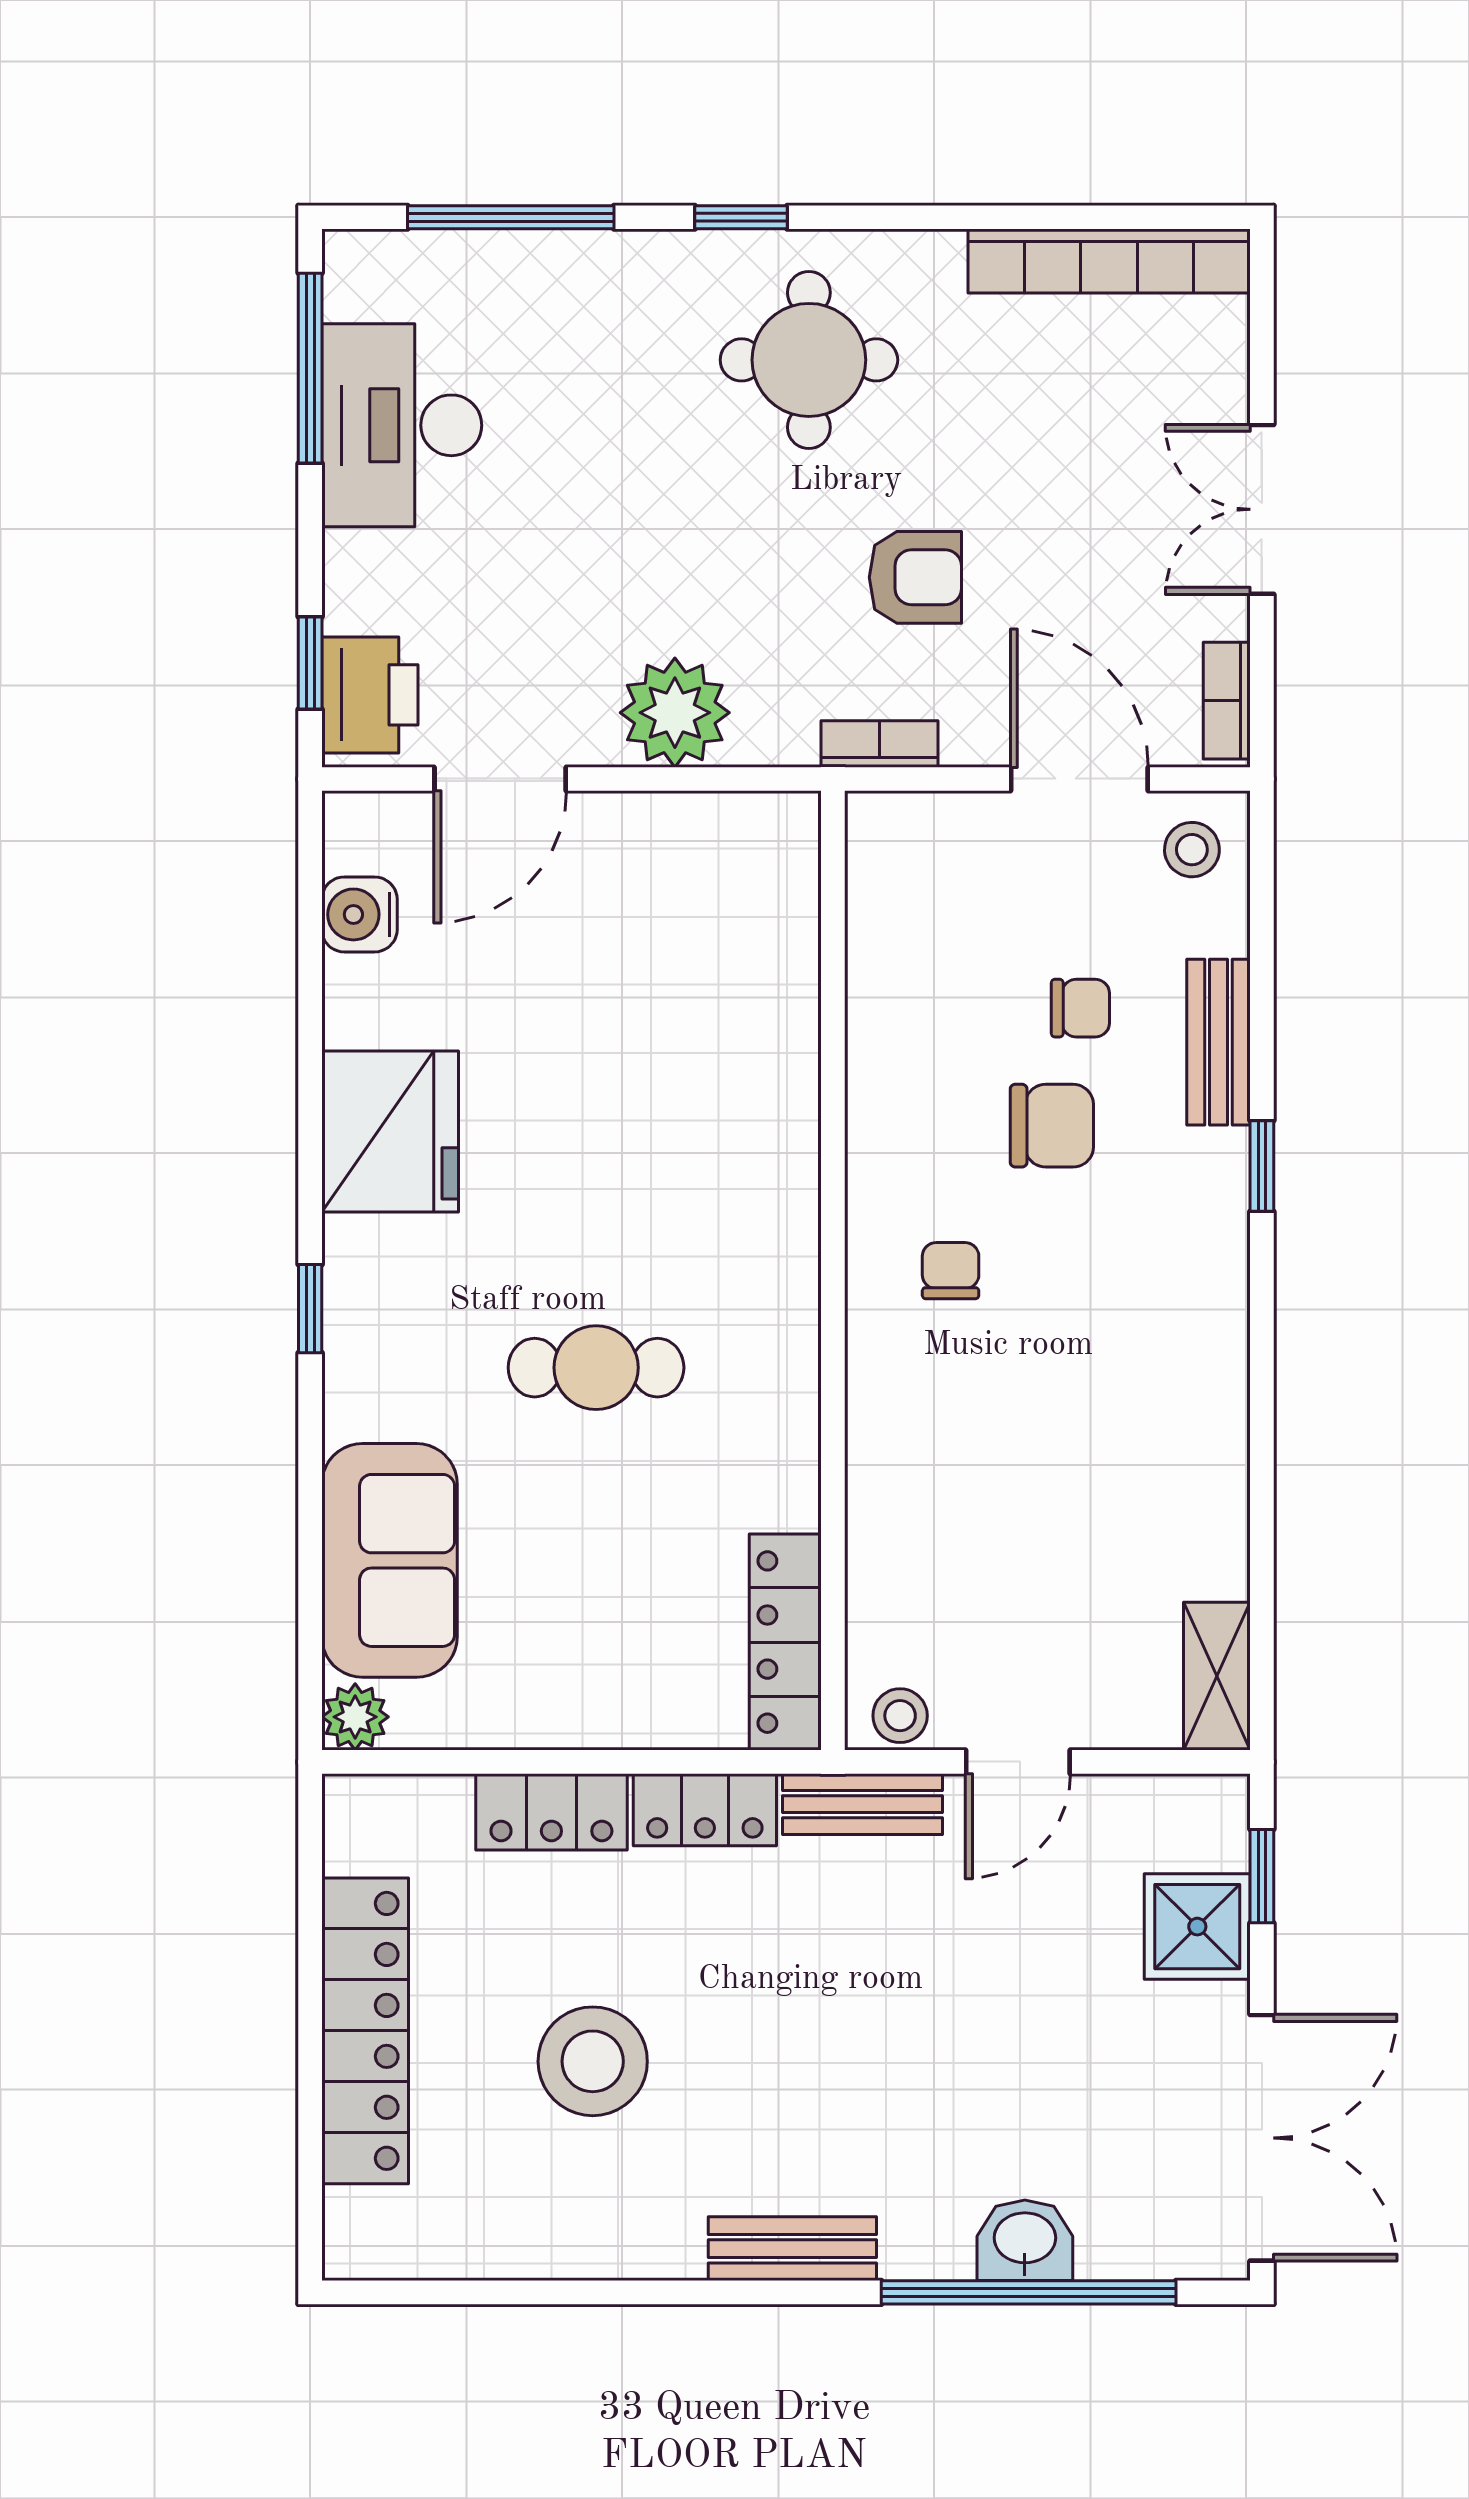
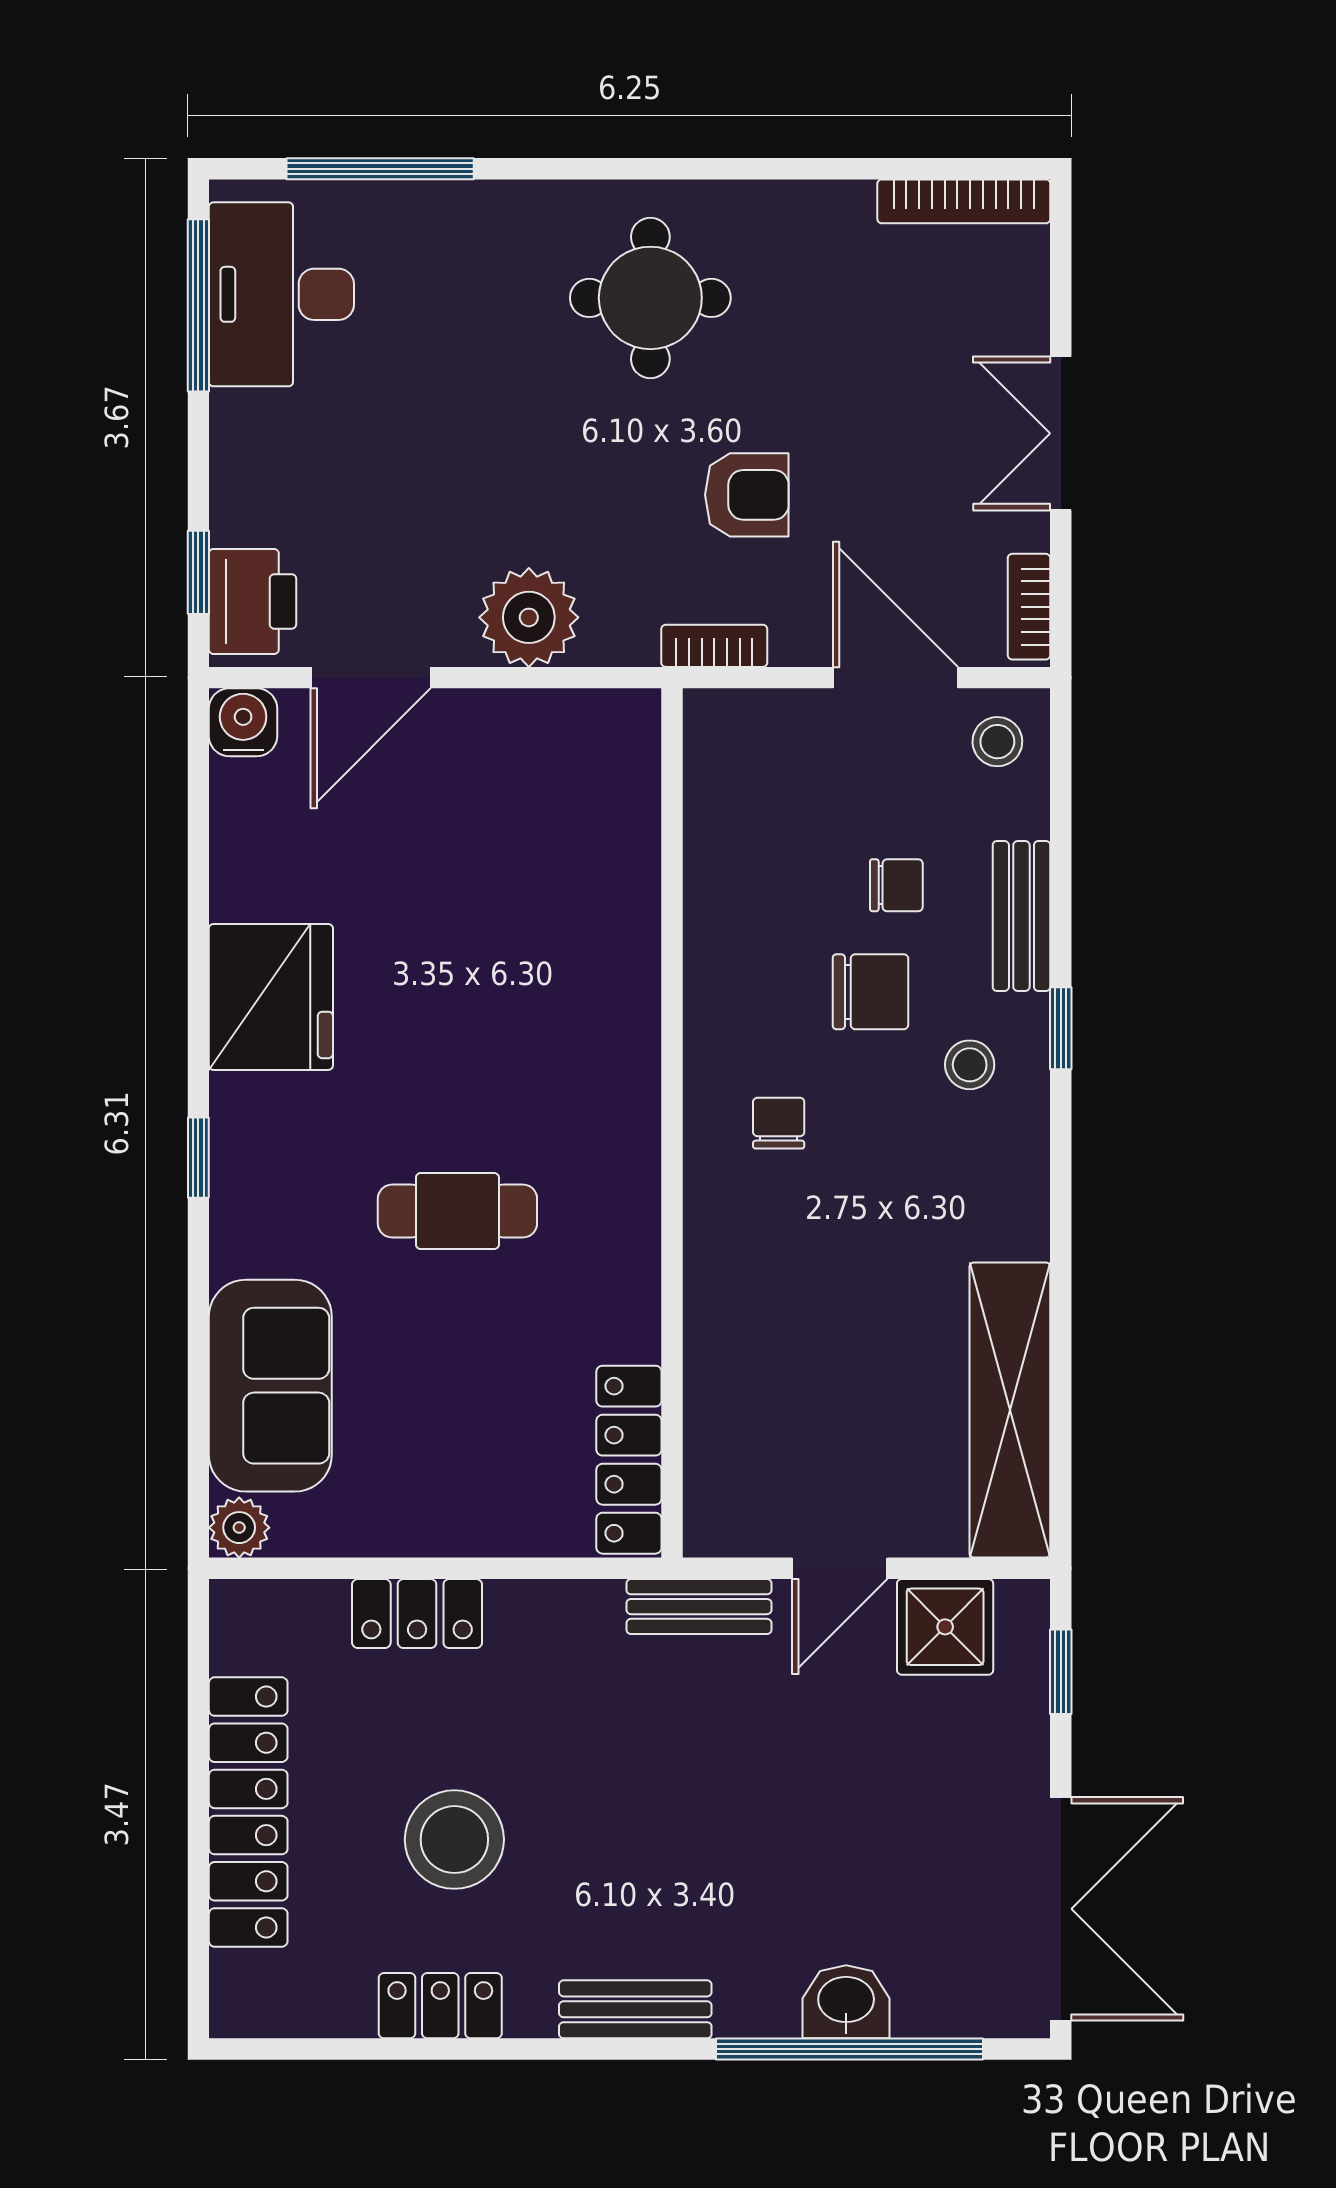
window: (741, 217) -> (589, 169), removed
bookcase: (1109, 261) -> (964, 201), width x0.68, depth x0.76
desk: (402, 425) -> (281, 294), moved
water cooler: (359, 914) -> (243, 722), moved, turned 90
shelving: (1217, 1676) -> (1010, 1410), width x2.20, depth x1.33
stool: (900, 1716) -> (970, 1065), moved
locker: (705, 1810) -> (440, 2006), moved, turned 180
shower: (1197, 1927) -> (945, 1627), moved

